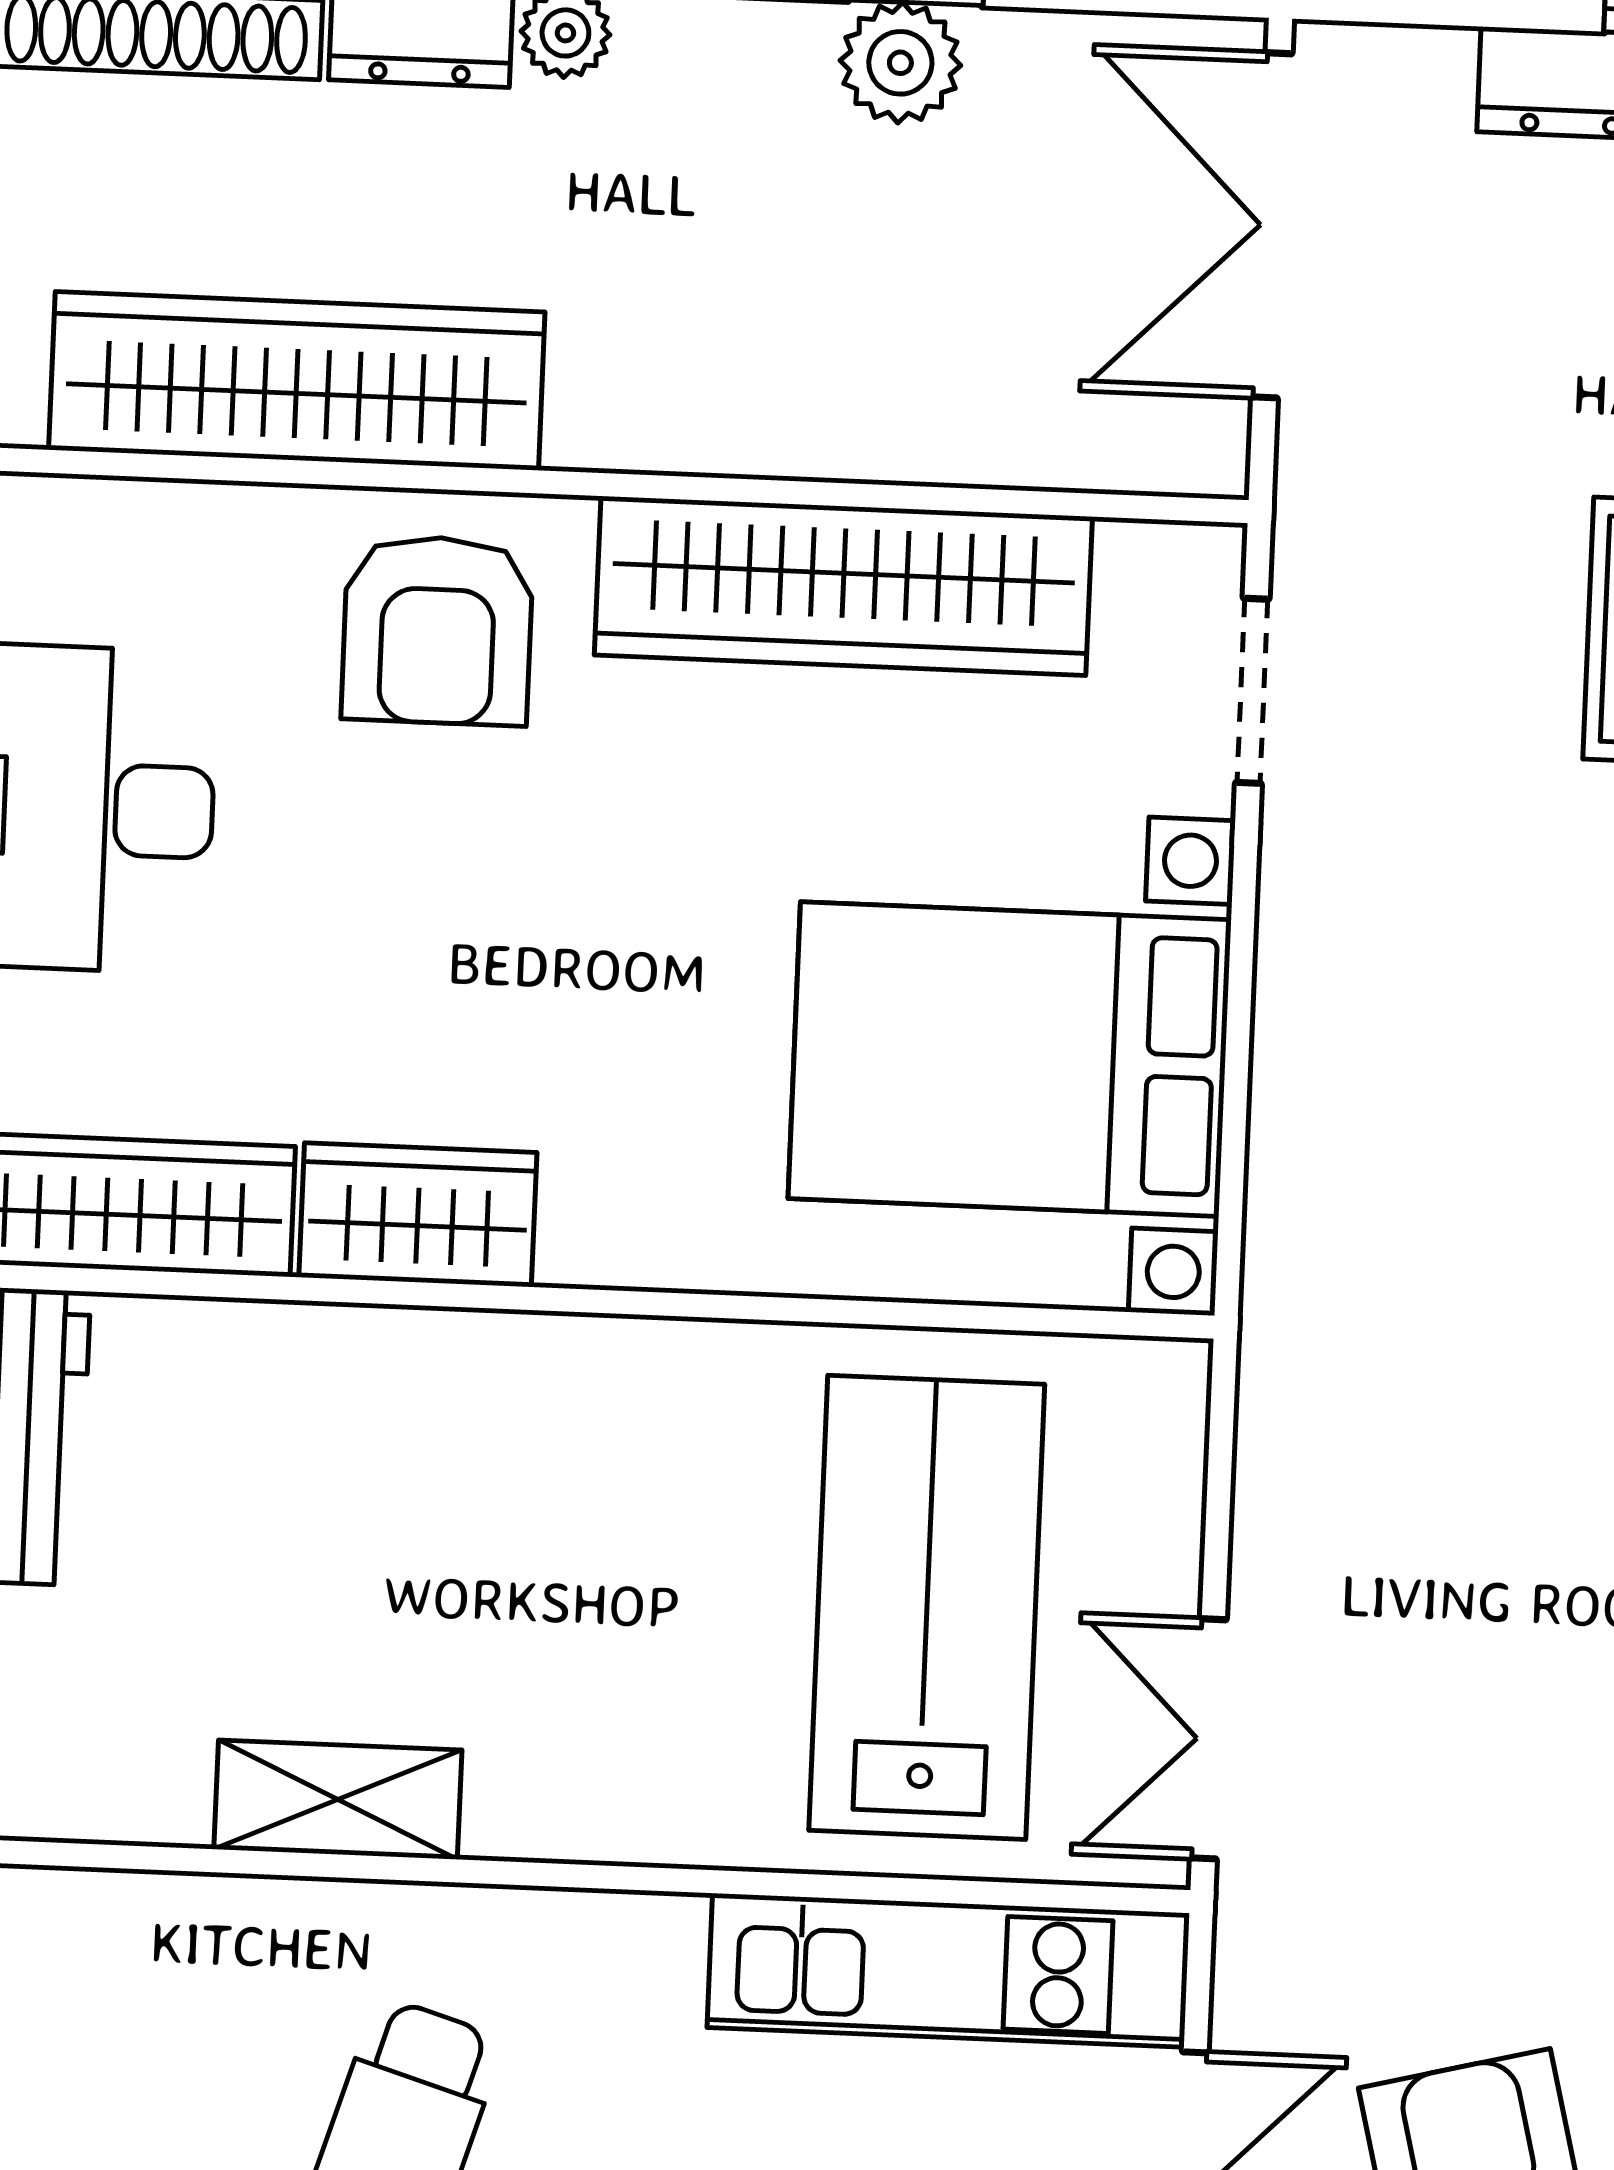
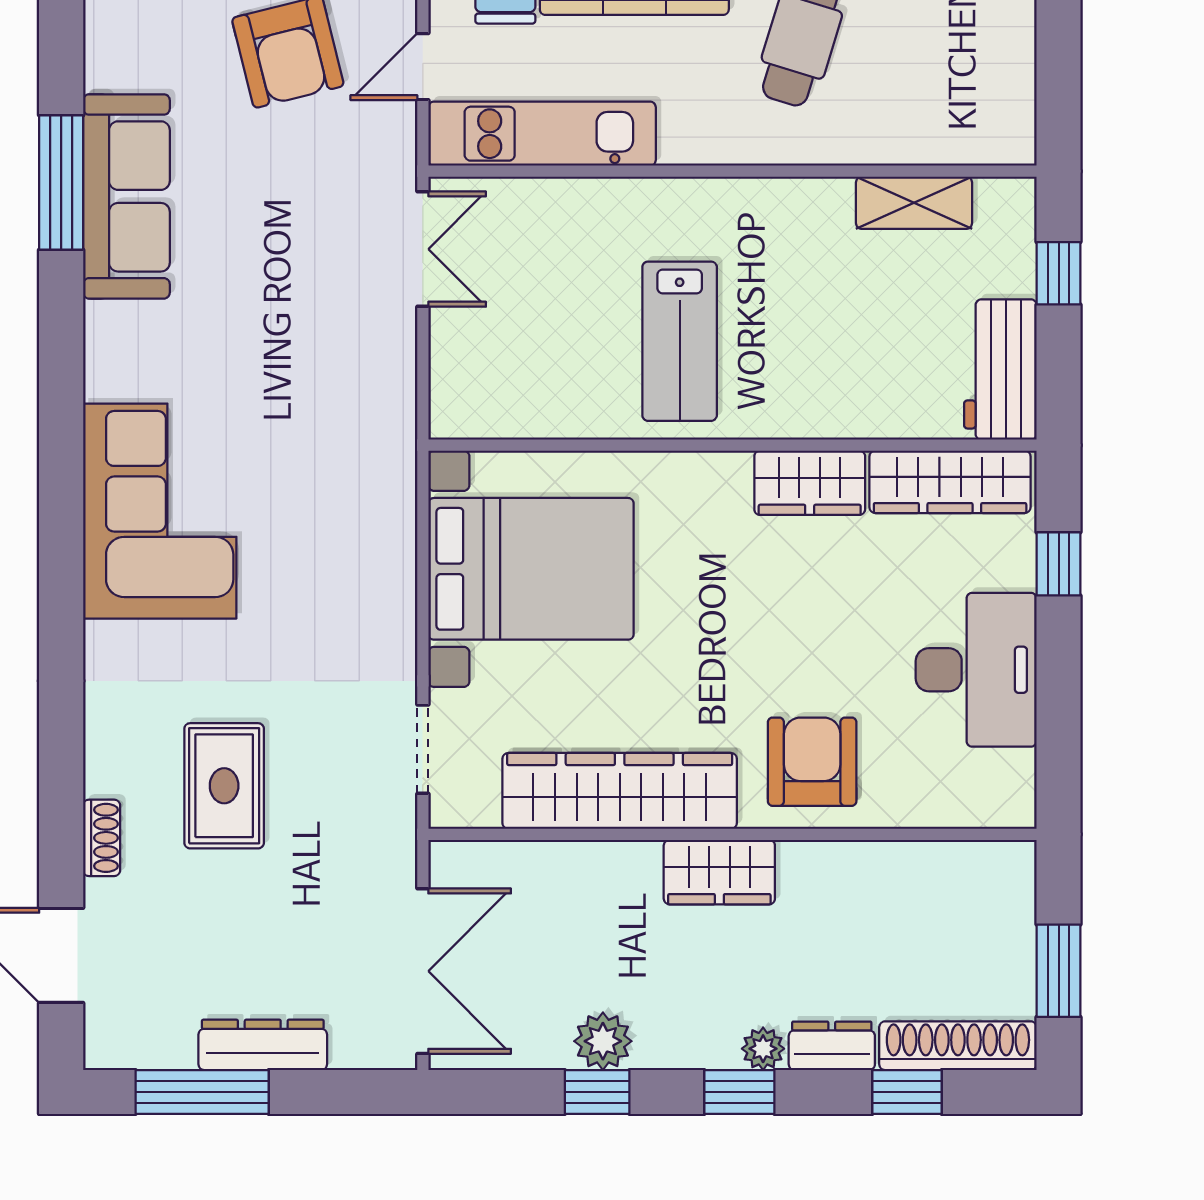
wardrobe: (297, 381) -> (719, 872), moved, width x0.48, depth x0.85
lab bench: (927, 1607) -> (680, 341), moved, width x0.73, depth x0.72
shelving: (338, 1800) -> (914, 203), moved

